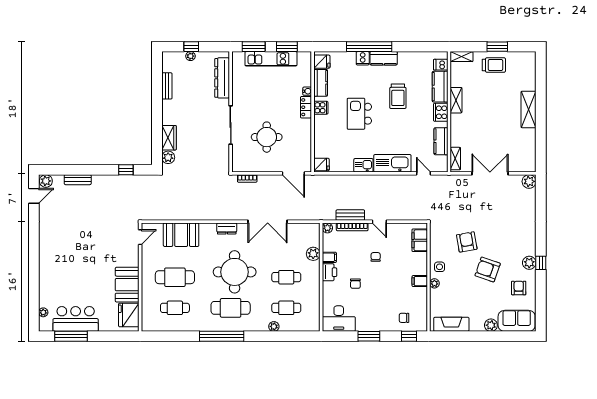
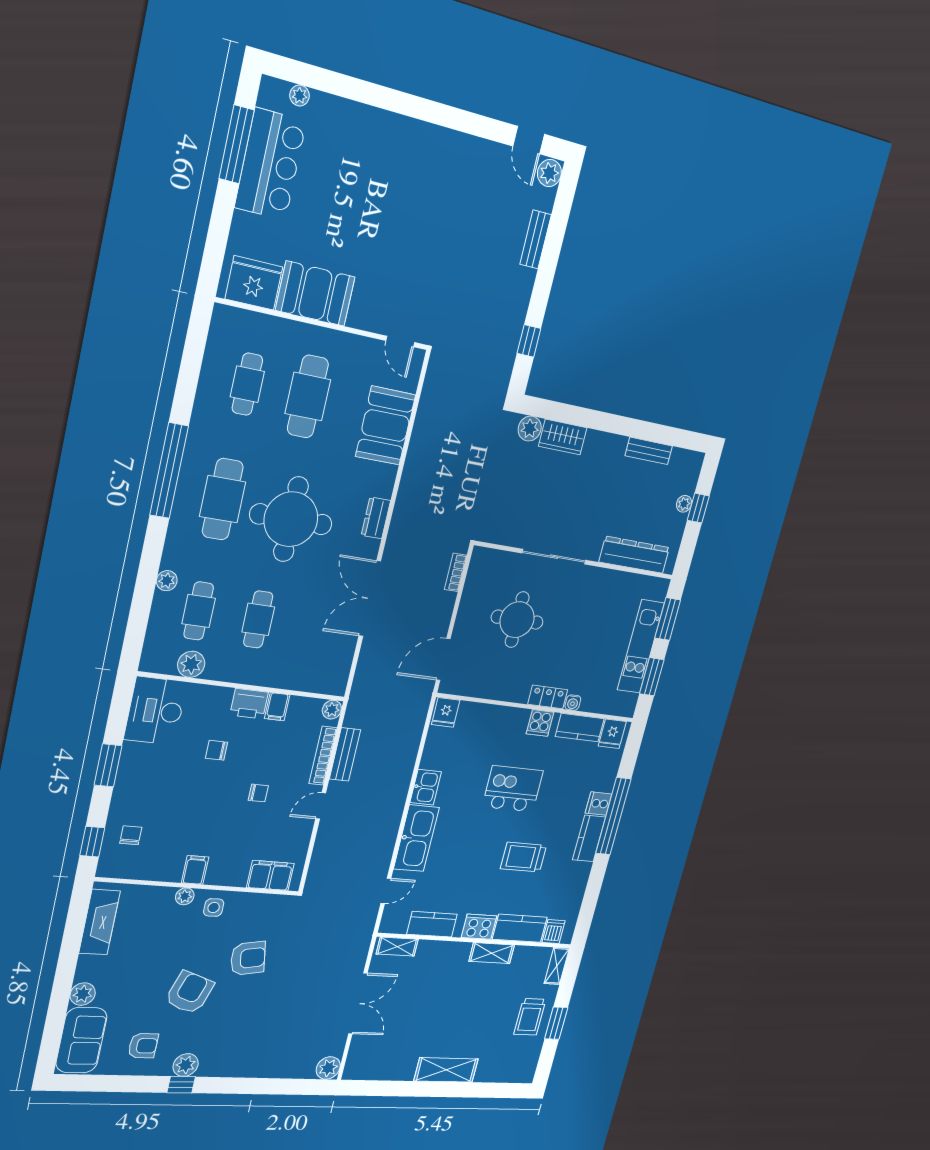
plant: (313, 254) -> (191, 664), moved

